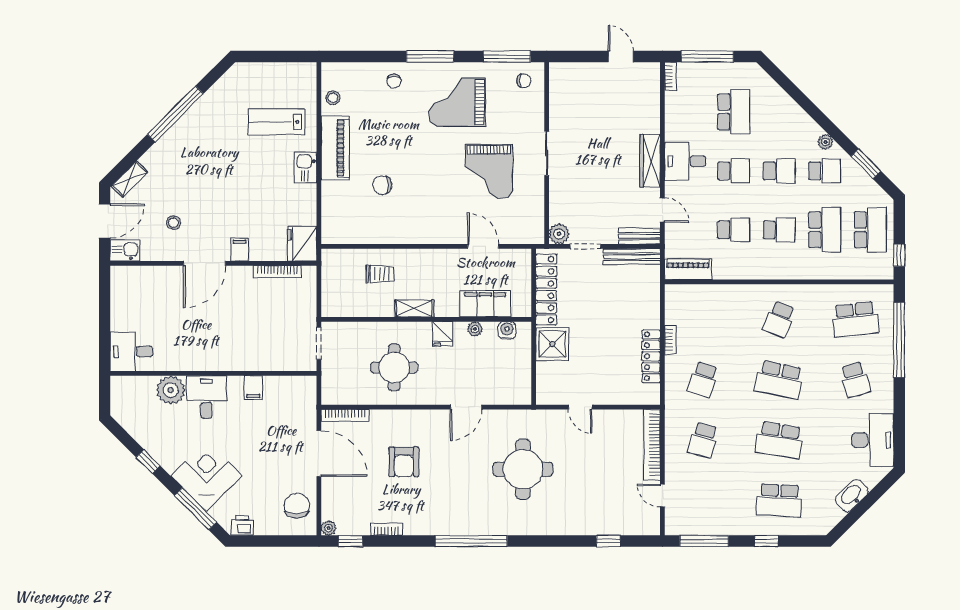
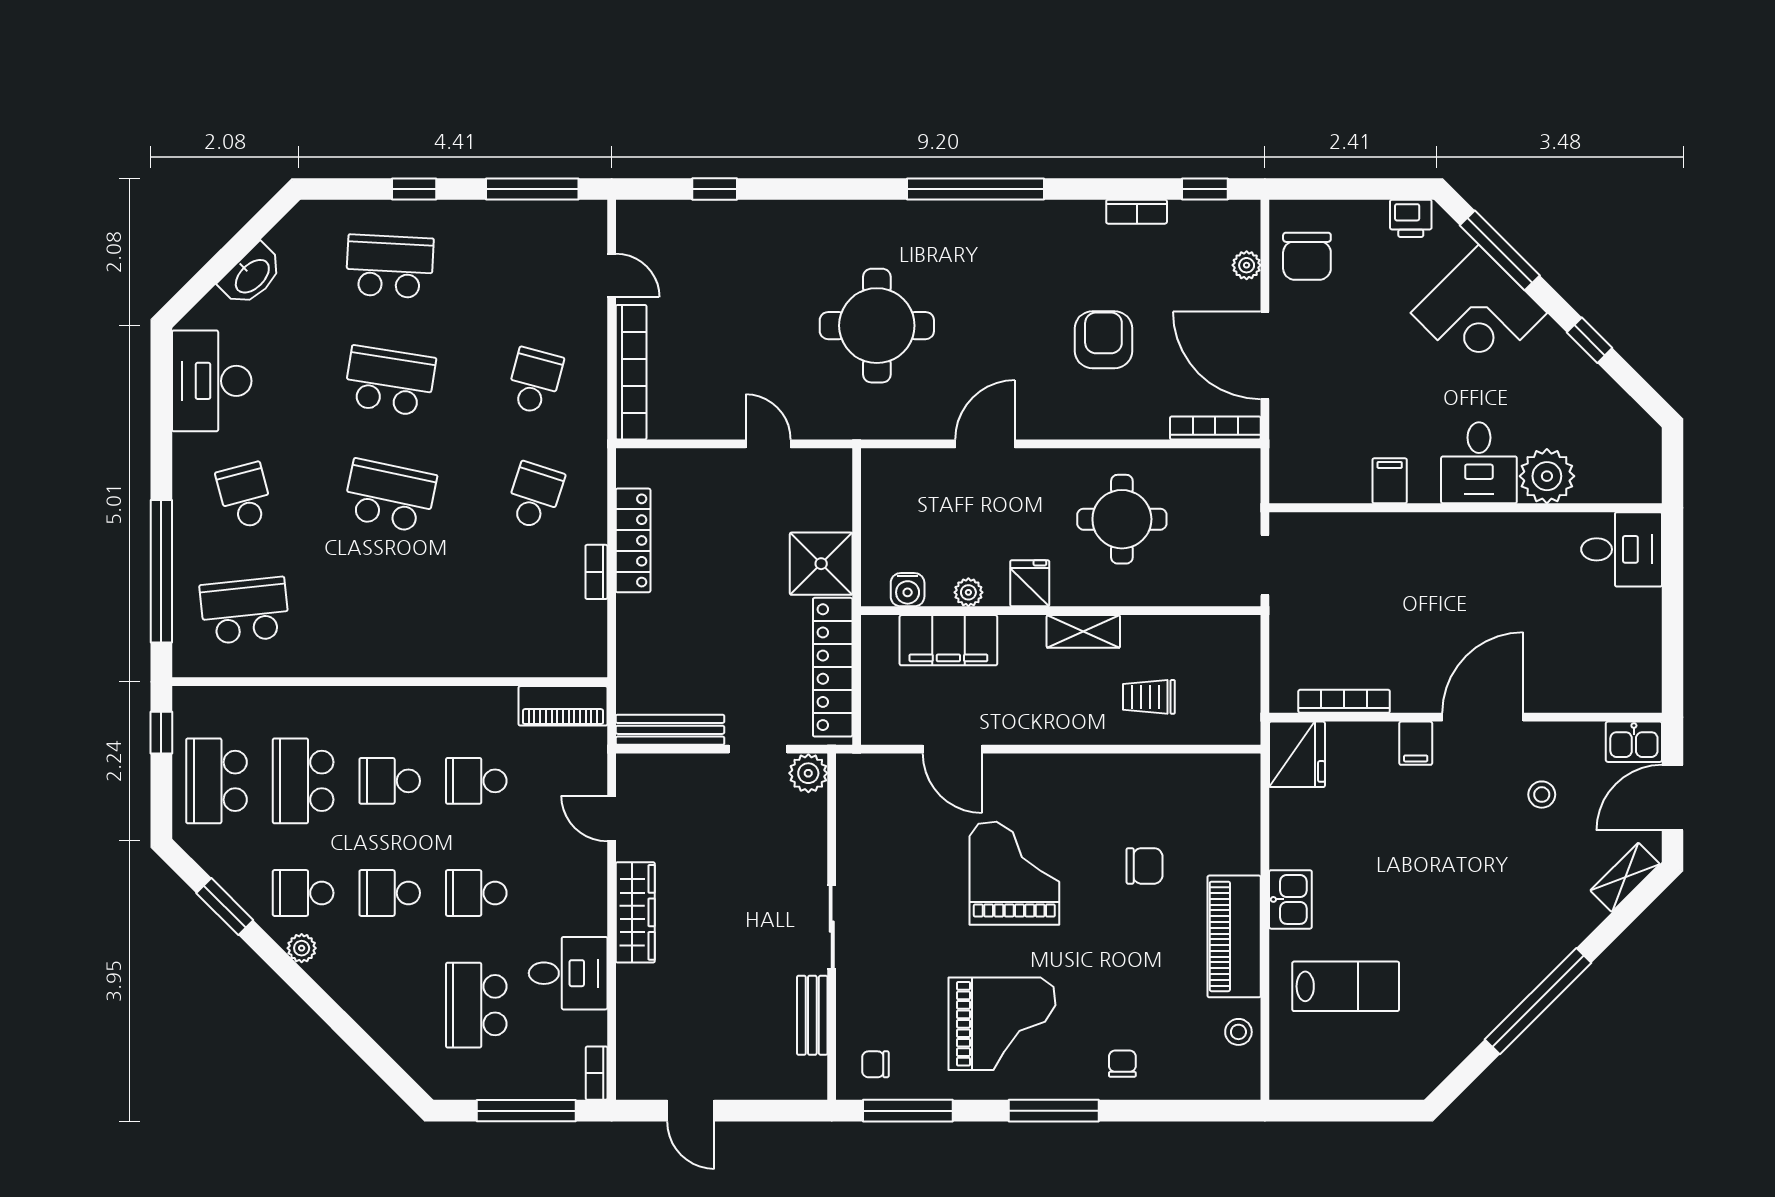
desk: (685, 161) -> (568, 973), moved
grand piano: (489, 171) -> (1014, 873), moved
bench: (639, 236) -> (812, 1015), moved, turned 90
school desk: (779, 319) -> (390, 611), removed
plant: (329, 528) -> (1247, 265), moved

